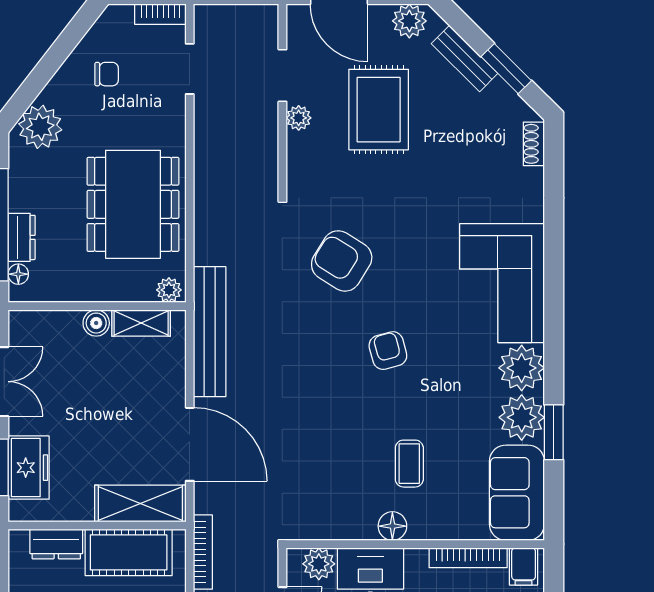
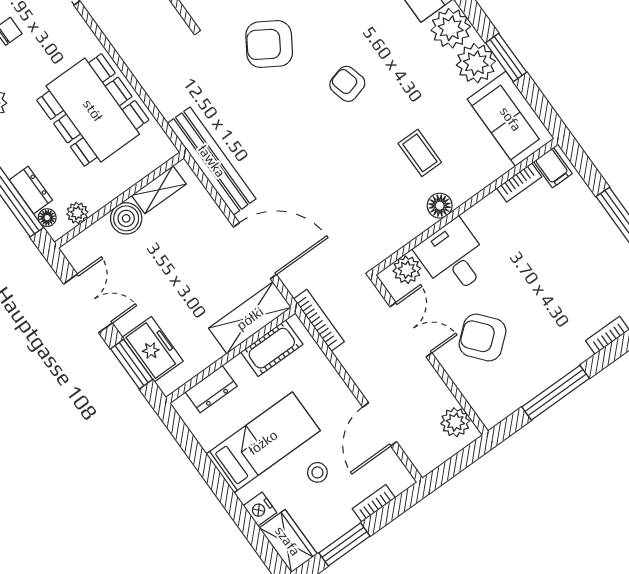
plant: (169, 290) -> (77, 213), moved
boiler: (96, 323) -> (126, 218), width x1.36, depth x1.36
cot: (129, 552) -> (272, 348), width x0.73, depth x0.75
bookcase: (468, 558) -> (519, 182), width x0.64

